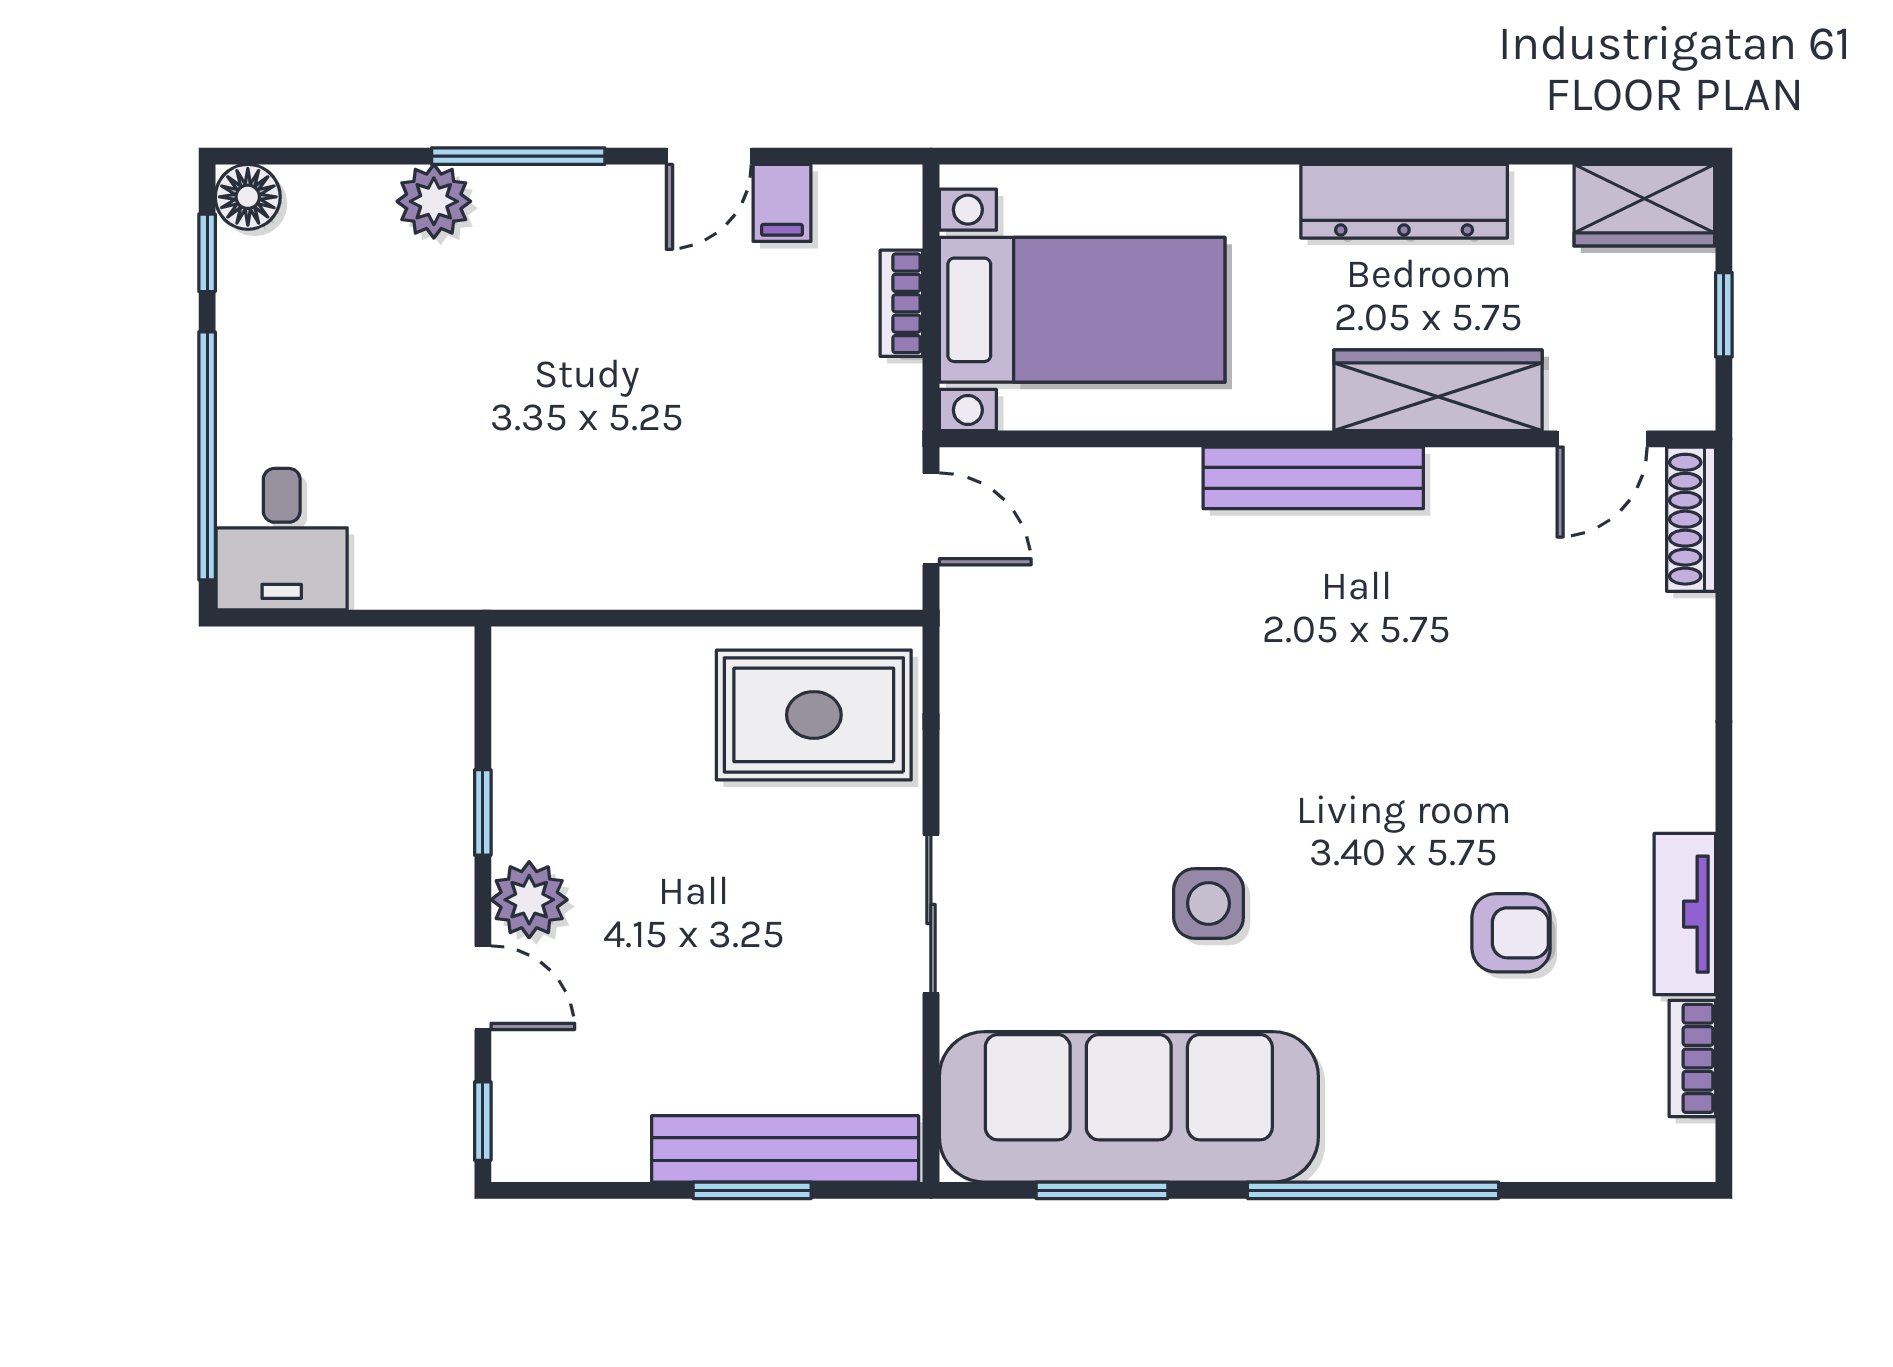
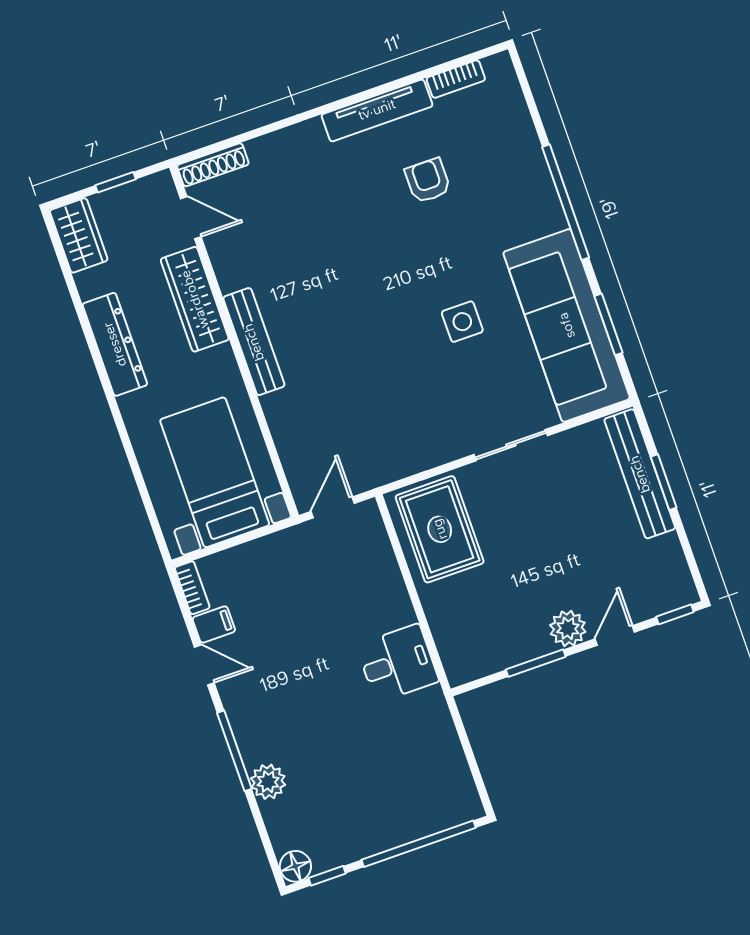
bookcase: (901, 303) -> (192, 588), moved, turned -90
desk: (282, 539) -> (398, 663), moved
window: (483, 812) -> (536, 663), width x1.50
tv unit: (1685, 914) -> (377, 110), width x1.41

